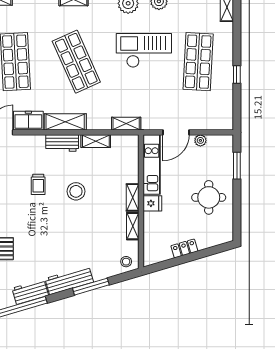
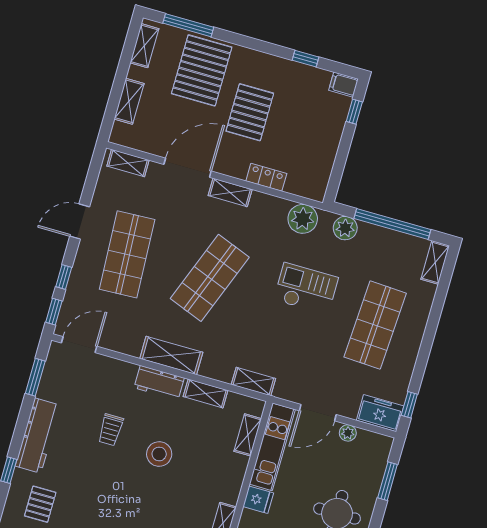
checkout: (144, 50) -> (306, 289), width x0.73, depth x0.83
shop shelf: (76, 62) -> (210, 278), turned 45
window: (237, 74) -> (409, 405), moved
freezer: (28, 121) -> (380, 413), moved
shelving: (133, 197) -> (248, 435), moved

